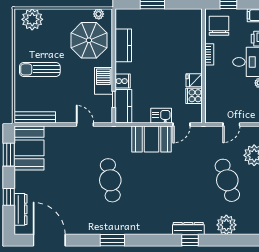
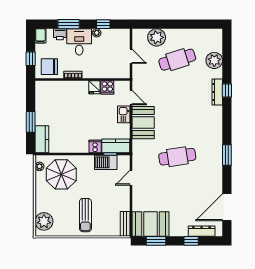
kitchen counter: (123, 45) -> (42, 139), moved, turned 90
barbecue: (103, 81) -> (106, 162), moved
bench: (35, 117) -> (125, 224), width x0.73

